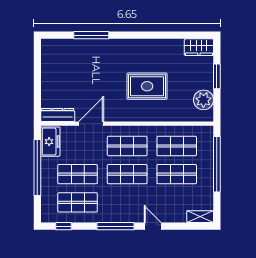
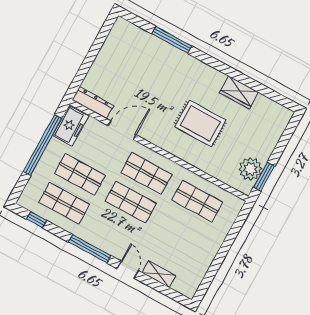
wardrobe: (199, 47) -> (239, 93), moved
window: (217, 76) -> (264, 177), moved
window: (217, 164) -> (228, 242), removed
shop shelf: (177, 174) -> (181, 230), removed
shelving: (200, 217) -> (159, 274), moved

